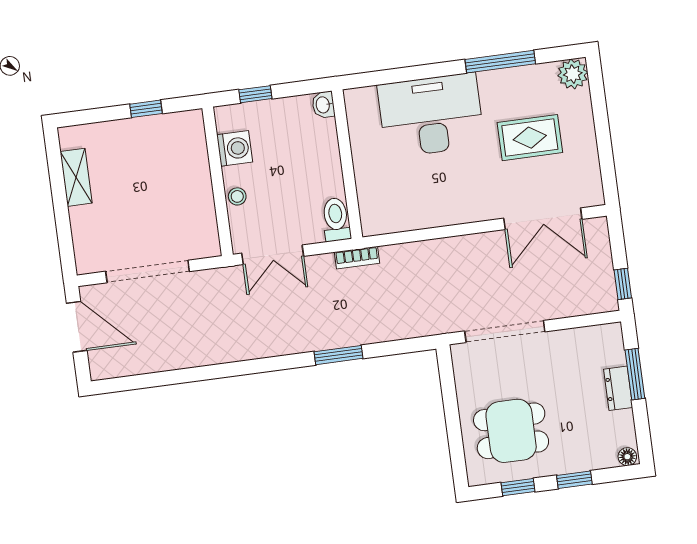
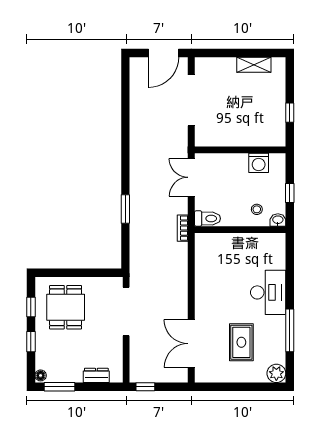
window: (255, 94) -> (290, 193), moved
desk: (431, 115) -> (268, 292), width x0.73, depth x0.77
stool: (237, 196) -> (257, 209), moved
window: (635, 374) -> (59, 387), moved
dresser: (618, 388) -> (96, 375), moved

